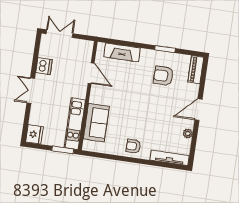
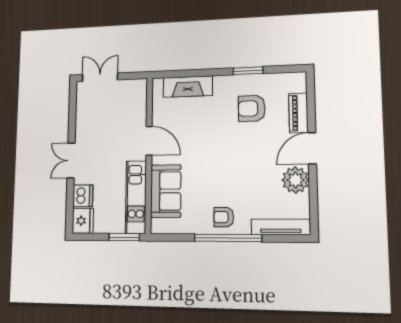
dishwasher: (44, 66) -> (83, 196), moved
piano: (196, 70) -> (298, 113), moved
door: (91, 73) -> (149, 141), moved
plant: (188, 133) -> (295, 180), width x1.88, depth x1.88
window: (134, 160) -> (228, 238), added

